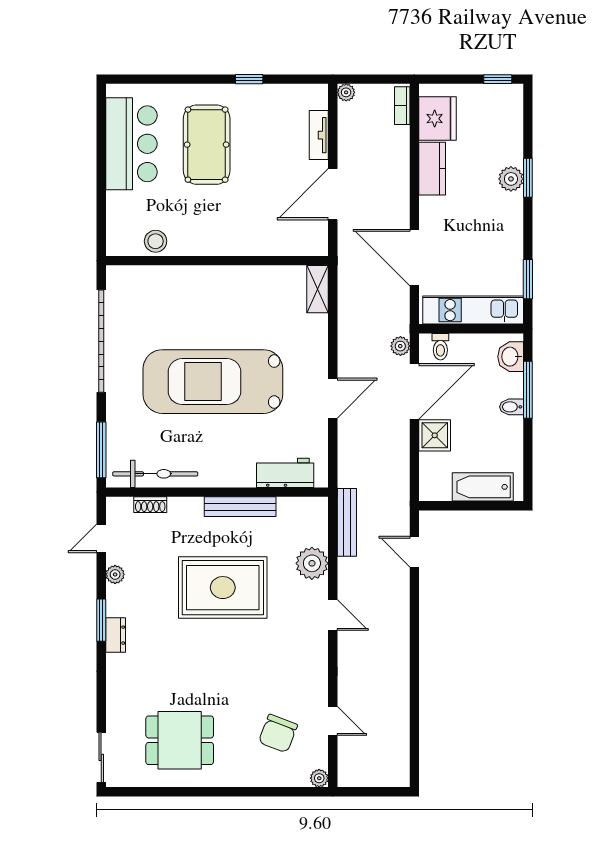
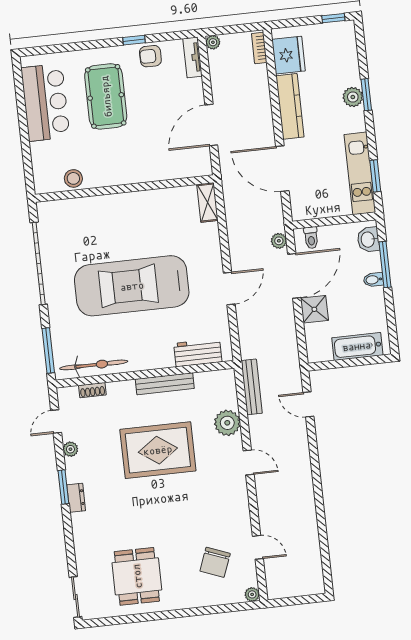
armchair: (267, 101) -> (150, 56), added
tv unit: (319, 135) -> (192, 57), moved
kitchen counter: (432, 169) -> (290, 106), width x1.50
kitchen unit: (473, 310) -> (360, 173), moved, turned -90
dining table: (180, 740) -> (137, 576), turned 90

